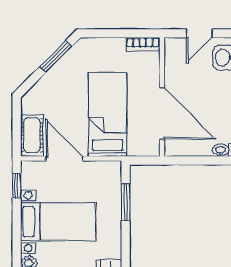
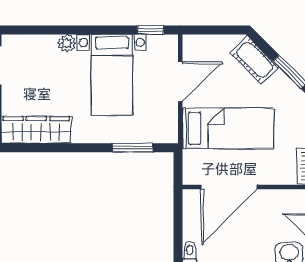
cot: (32, 135) -> (254, 60), moved, turned 45

